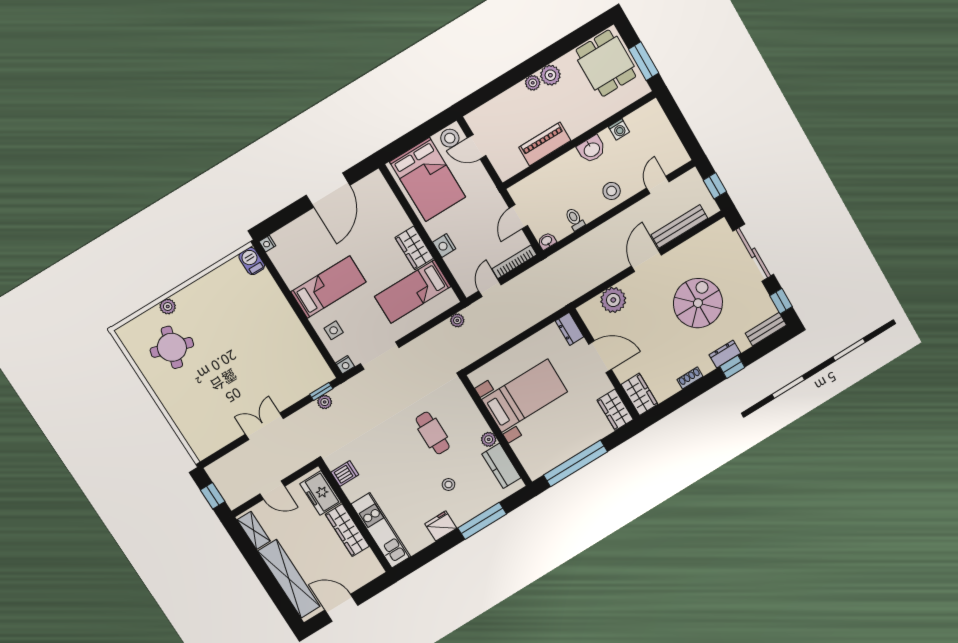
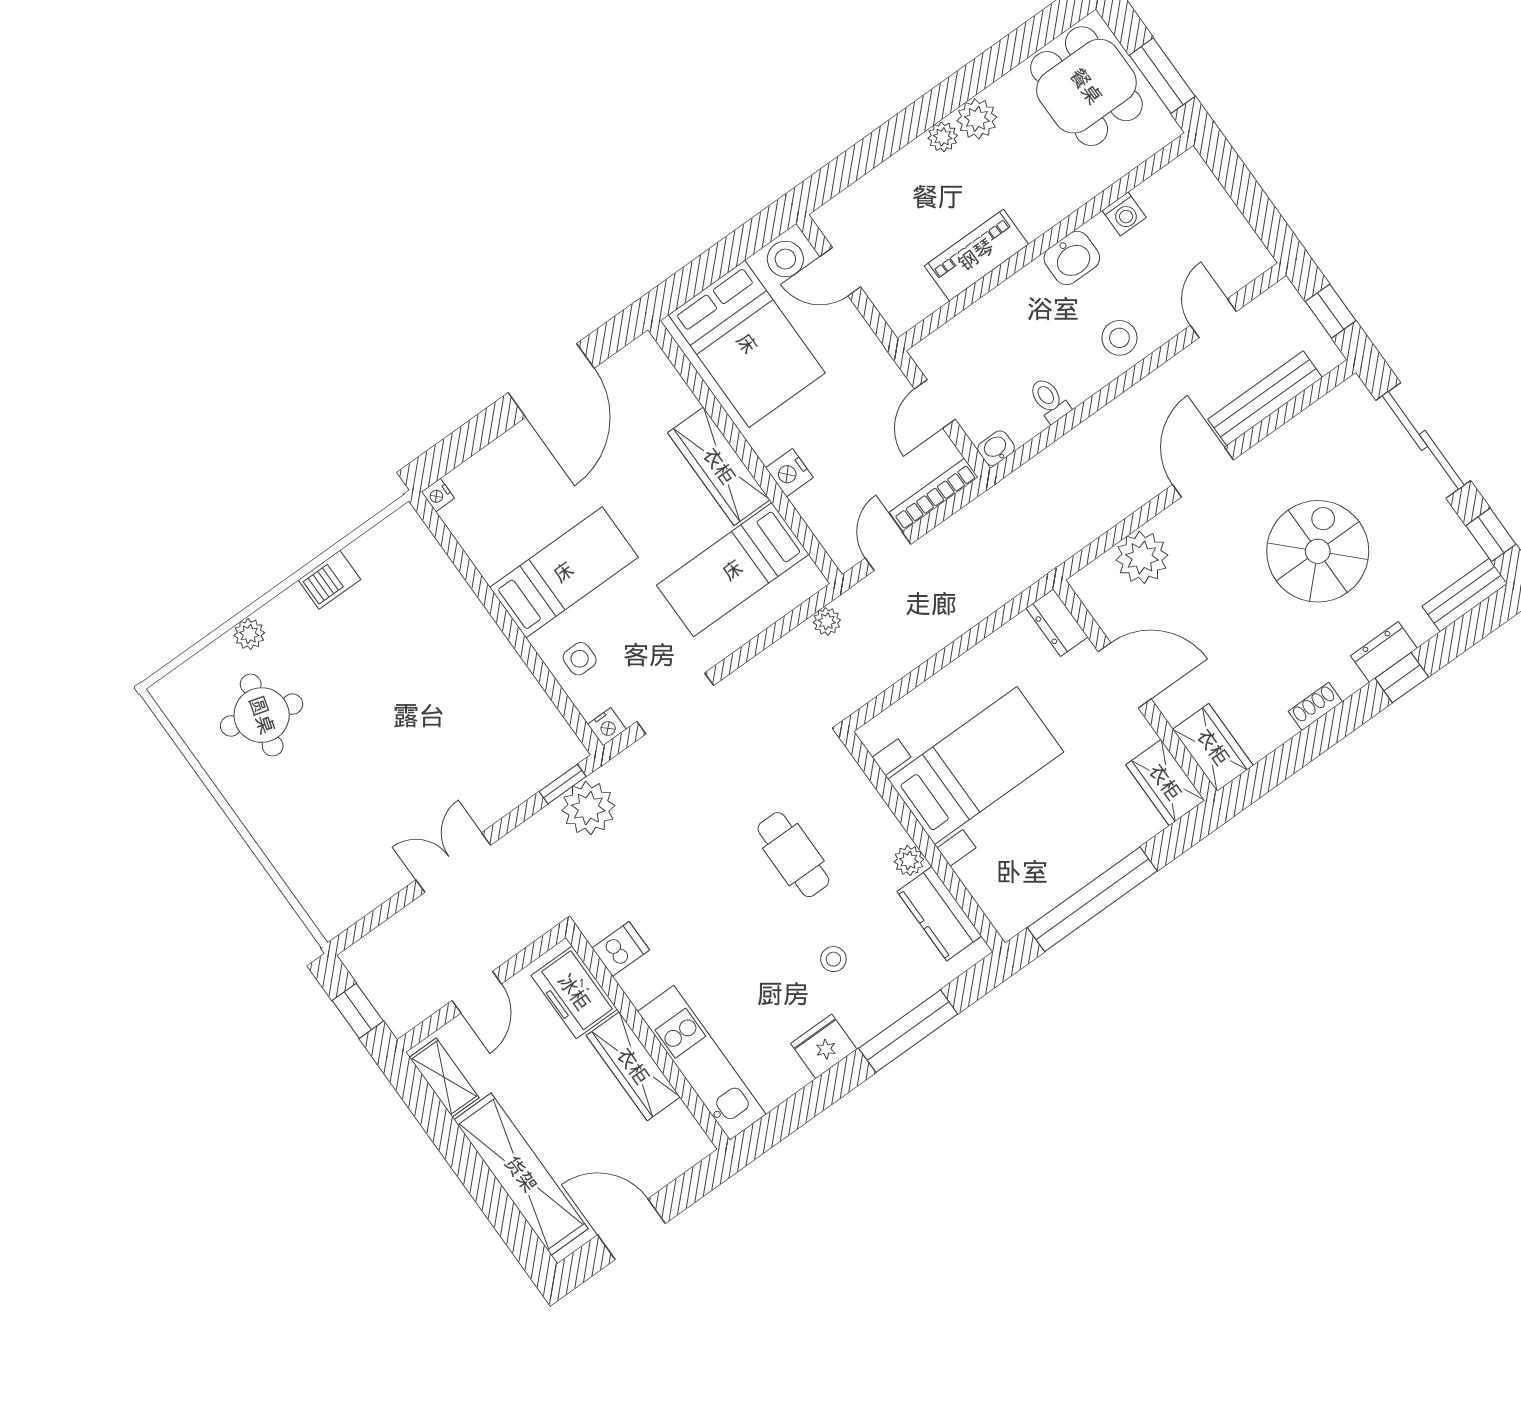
wardrobe: (414, 248) -> (719, 466), width x1.50
barbecue: (252, 261) -> (329, 580), moved, turned -90
plant: (325, 402) -> (588, 808), width x1.87, depth x1.87
door: (272, 490) -> (477, 992), hinge flipped

